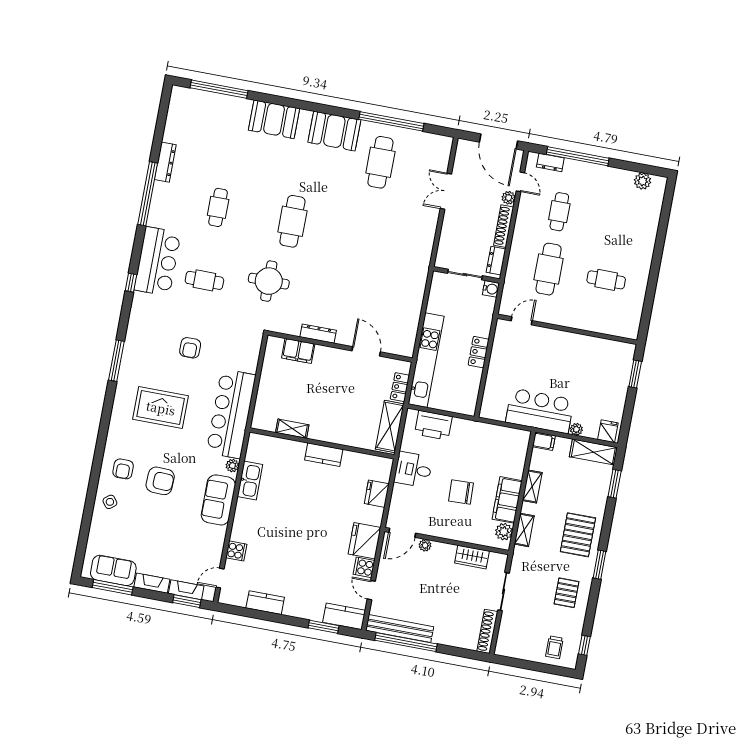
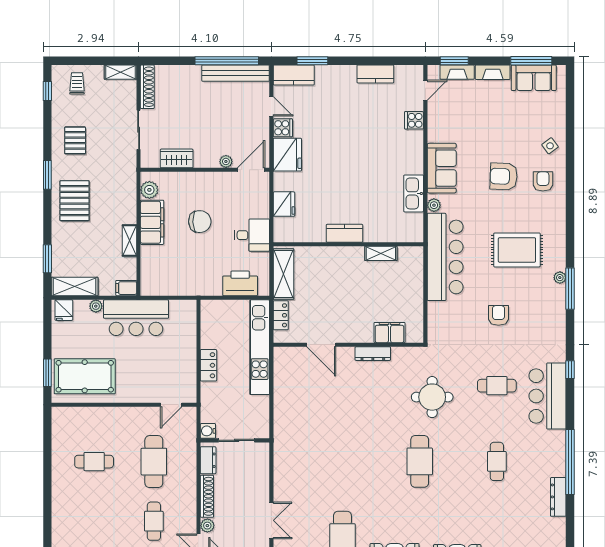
pool table: (600, 364) -> (85, 376), added
plant: (124, 373) -> (560, 278), added
shelving: (524, 530) -> (120, 72), moved, turned 90

